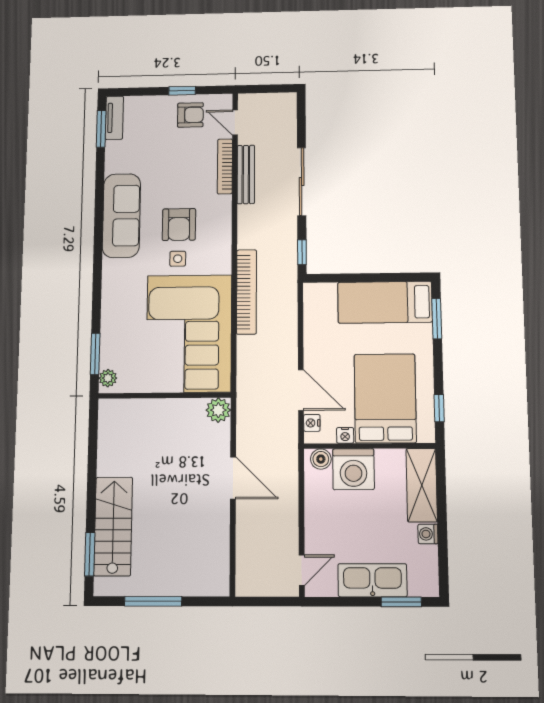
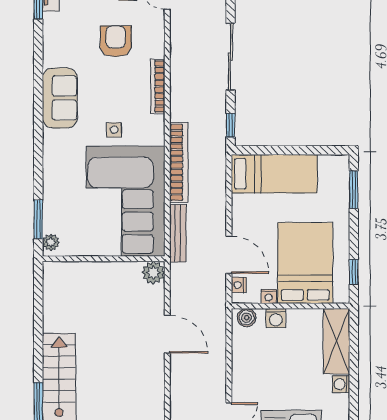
bookcase: (225, 166) -> (158, 86), moved
bench: (246, 174) -> (178, 233), moved
sofa: (121, 216) -> (60, 98), width x0.73
armchair: (179, 225) -> (116, 41), moved, turned 180
bed: (385, 302) -> (274, 174), moved, turned 180
washing machine: (353, 469) -> (276, 318), width x0.53, depth x0.53

